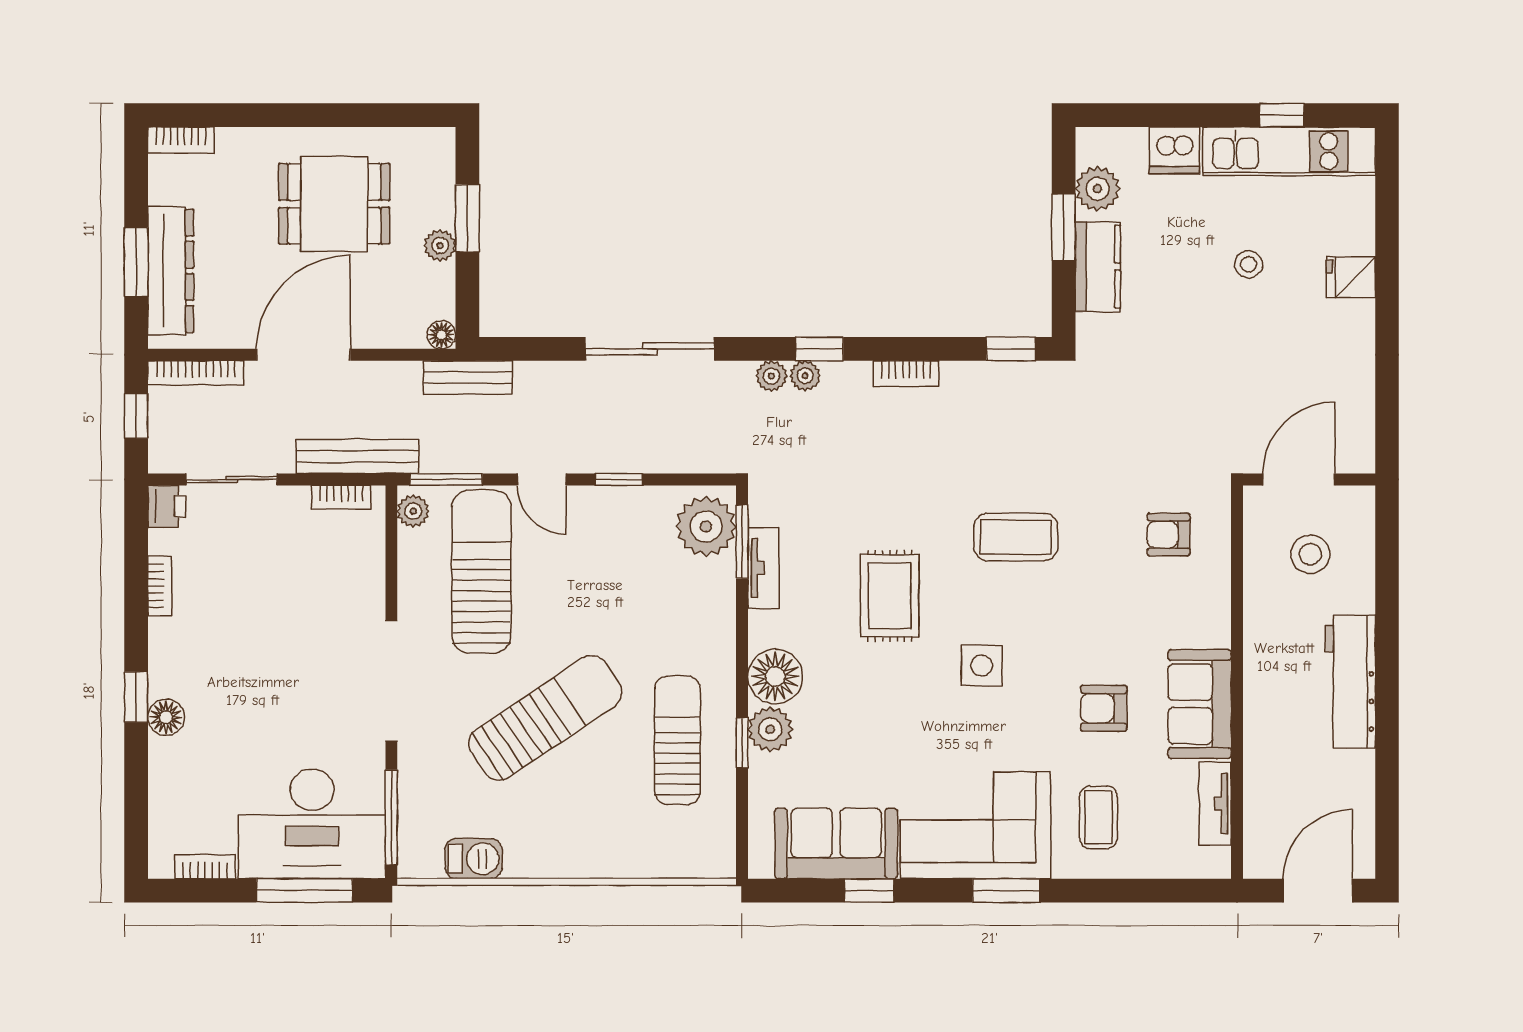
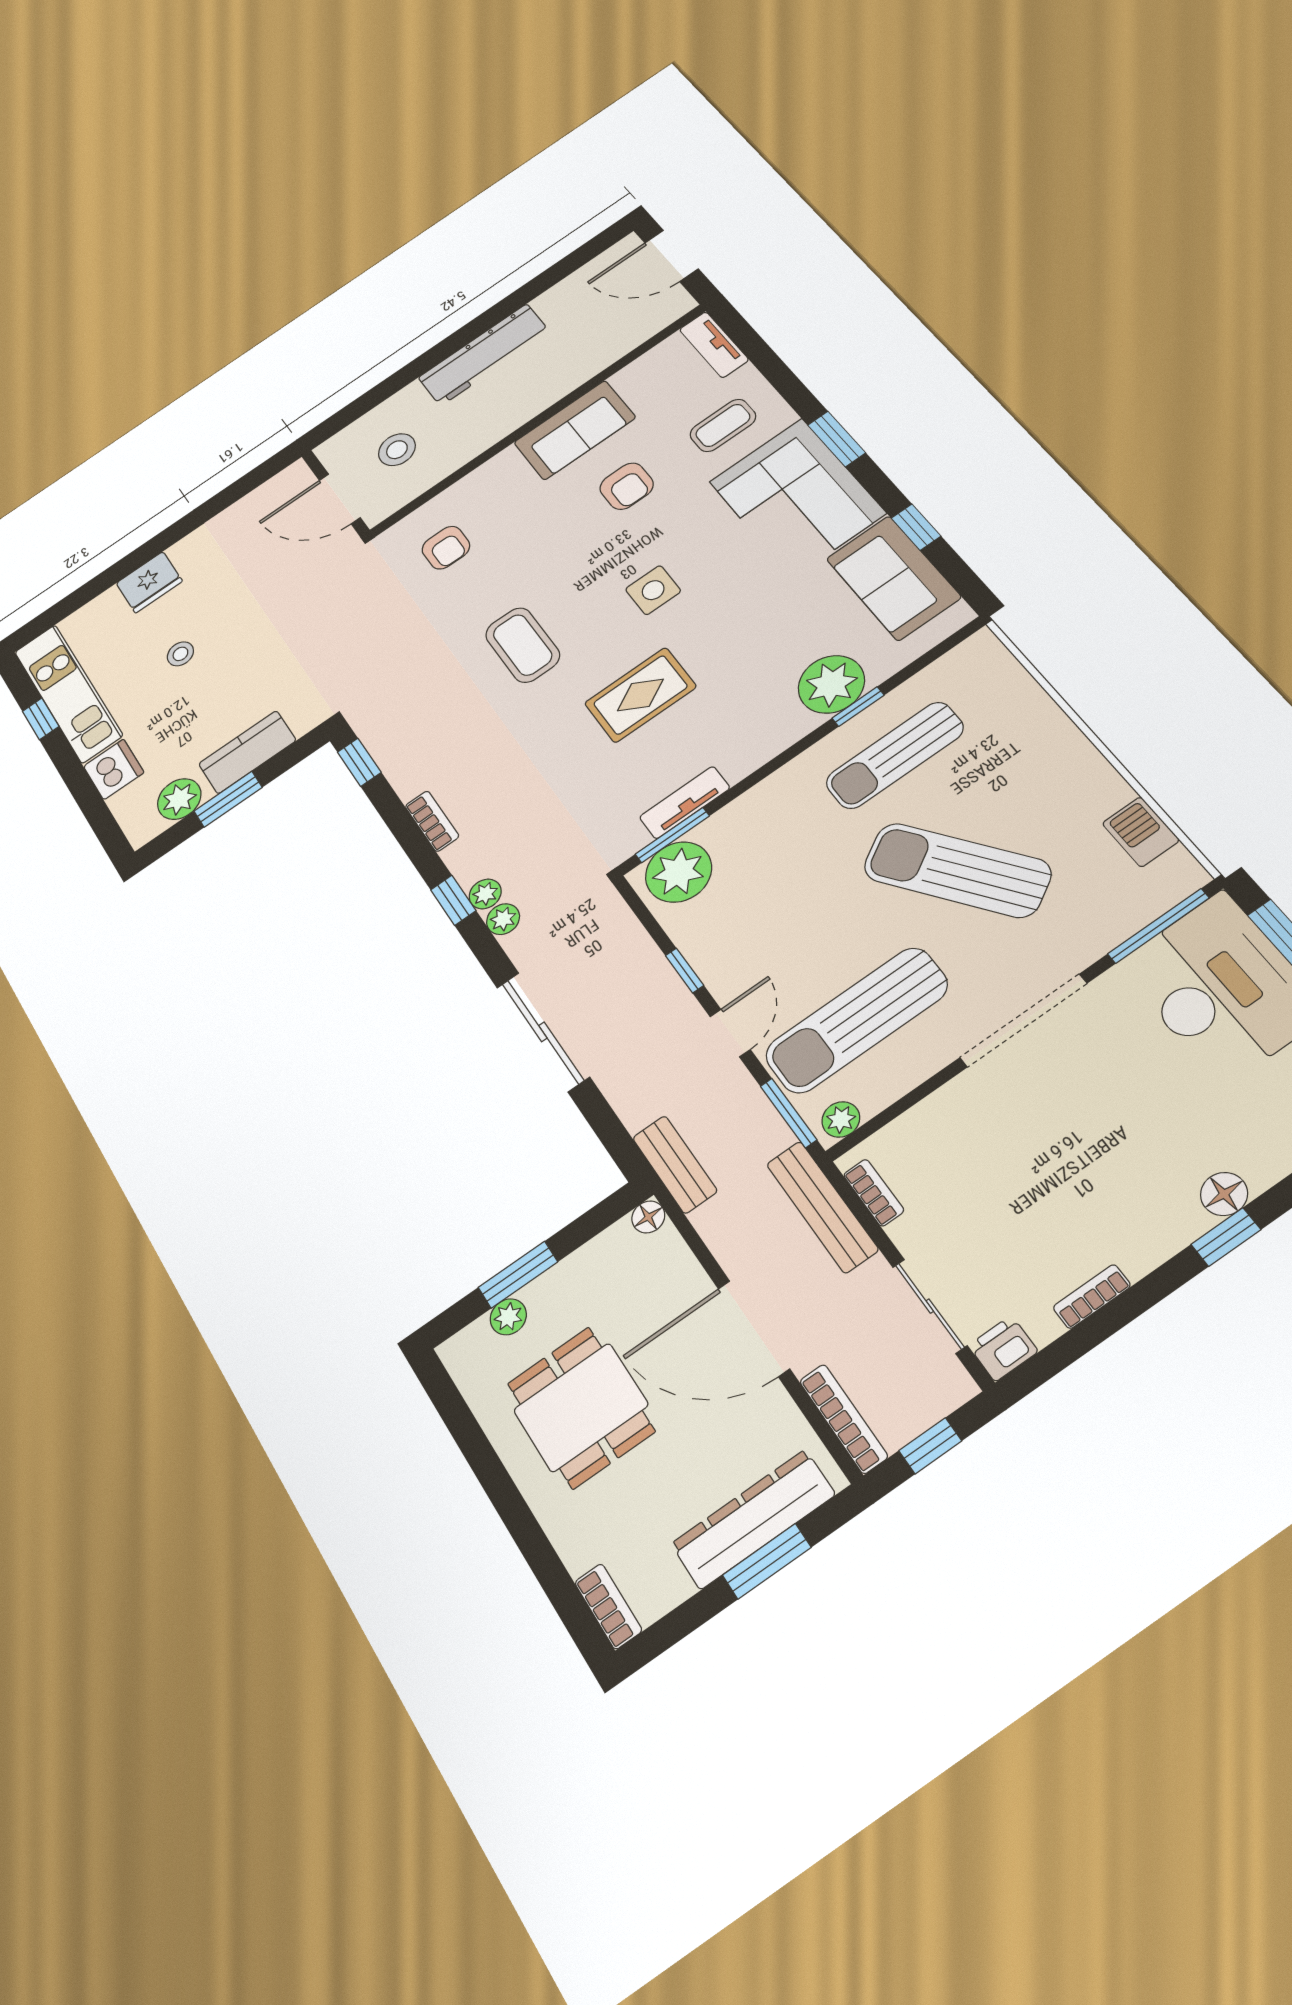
plant: (440, 246) -> (508, 1317), moved
fridge: (1351, 277) -> (149, 582), width x1.38
floor lamp: (775, 676) -> (777, 725), removed
plant: (770, 729) -> (831, 684), width x1.36, depth x1.36
tv unit: (1215, 804) -> (714, 345), moved, turned 90

